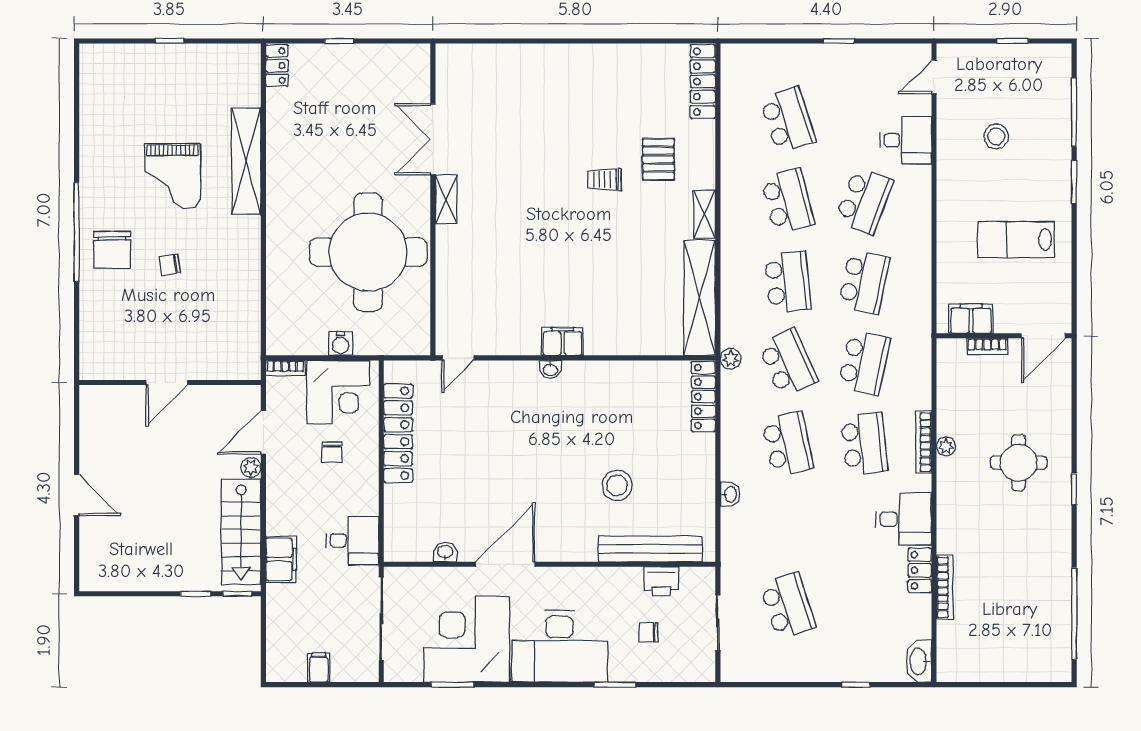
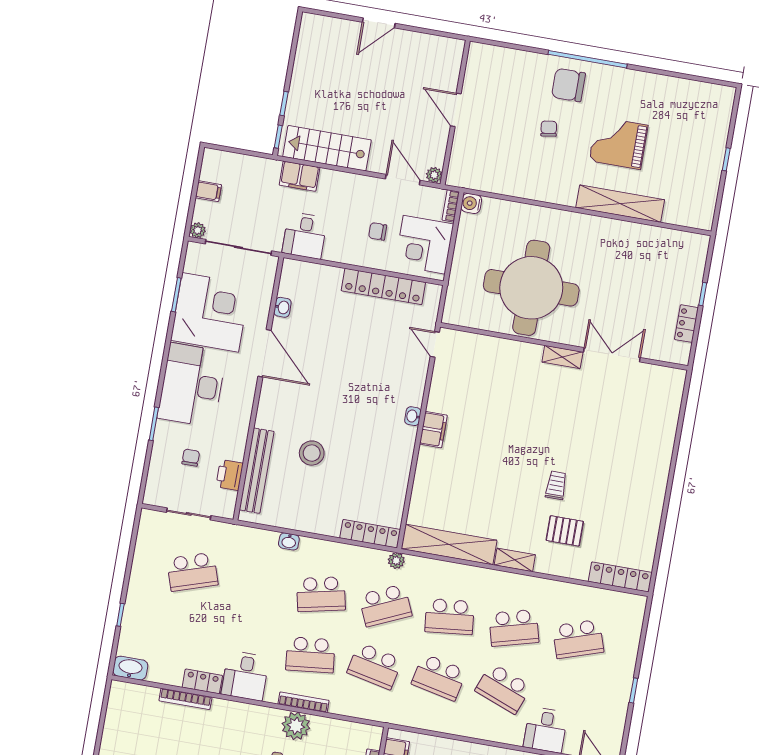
locker: (277, 66) -> (686, 324), moved, turned 90
water cooler: (341, 344) -> (471, 203), moved
plant: (946, 446) -> (296, 726), width x1.87, depth x1.87
plant: (251, 467) -> (434, 175), moved
plant: (369, 672) -> (198, 230), added

